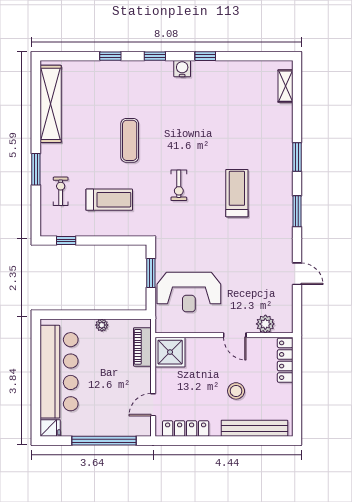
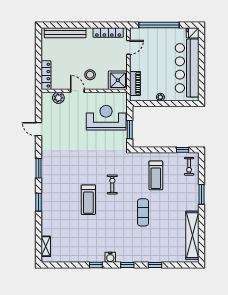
exercise bike: (61, 191) -> (189, 166), moved
treadmill: (237, 193) -> (88, 200), moved
treadmill: (109, 200) -> (156, 175), turned -90
stool: (236, 391) -> (90, 75), moved

